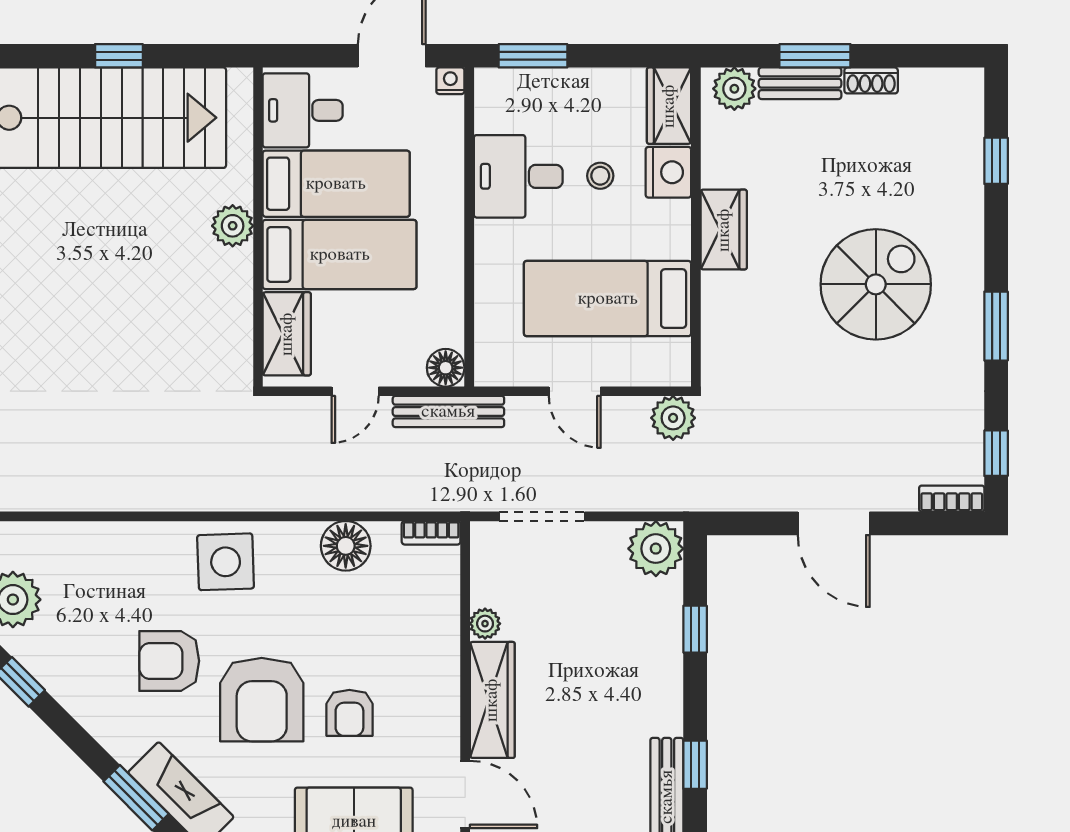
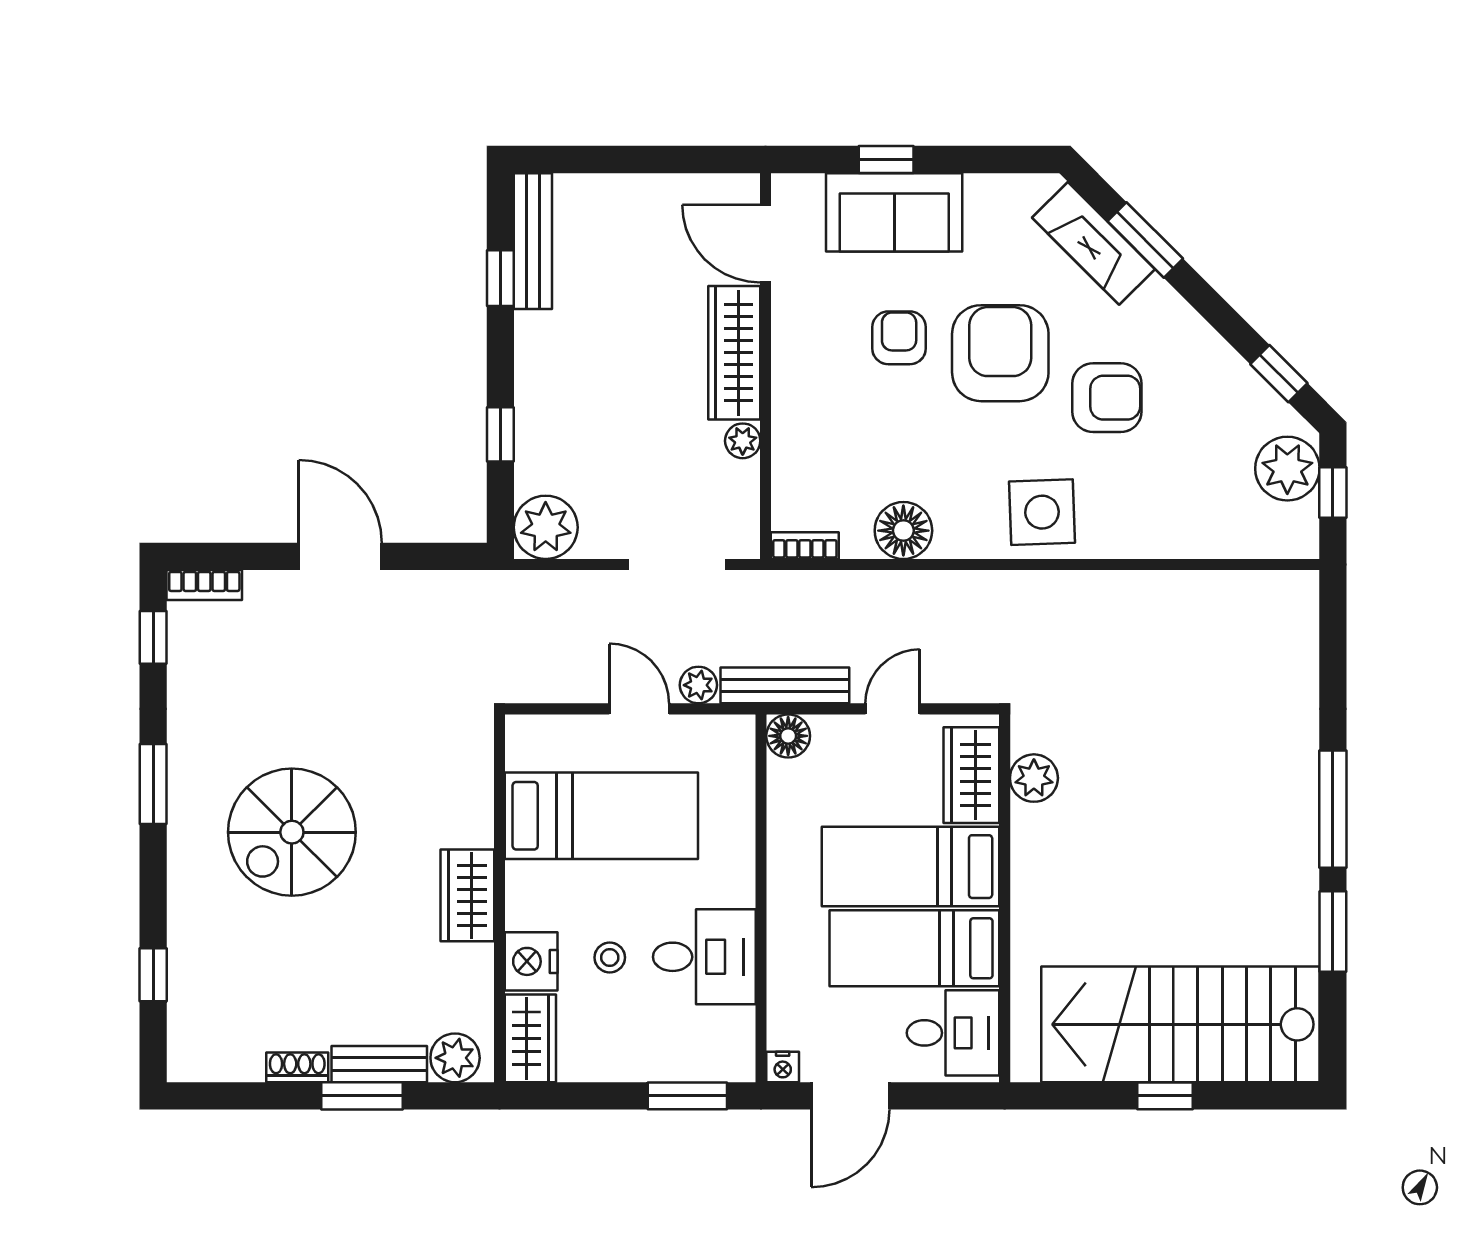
plant: (233, 226) -> (1034, 778), moved
plant: (673, 418) -> (698, 685), moved, width x0.73, depth x0.73

